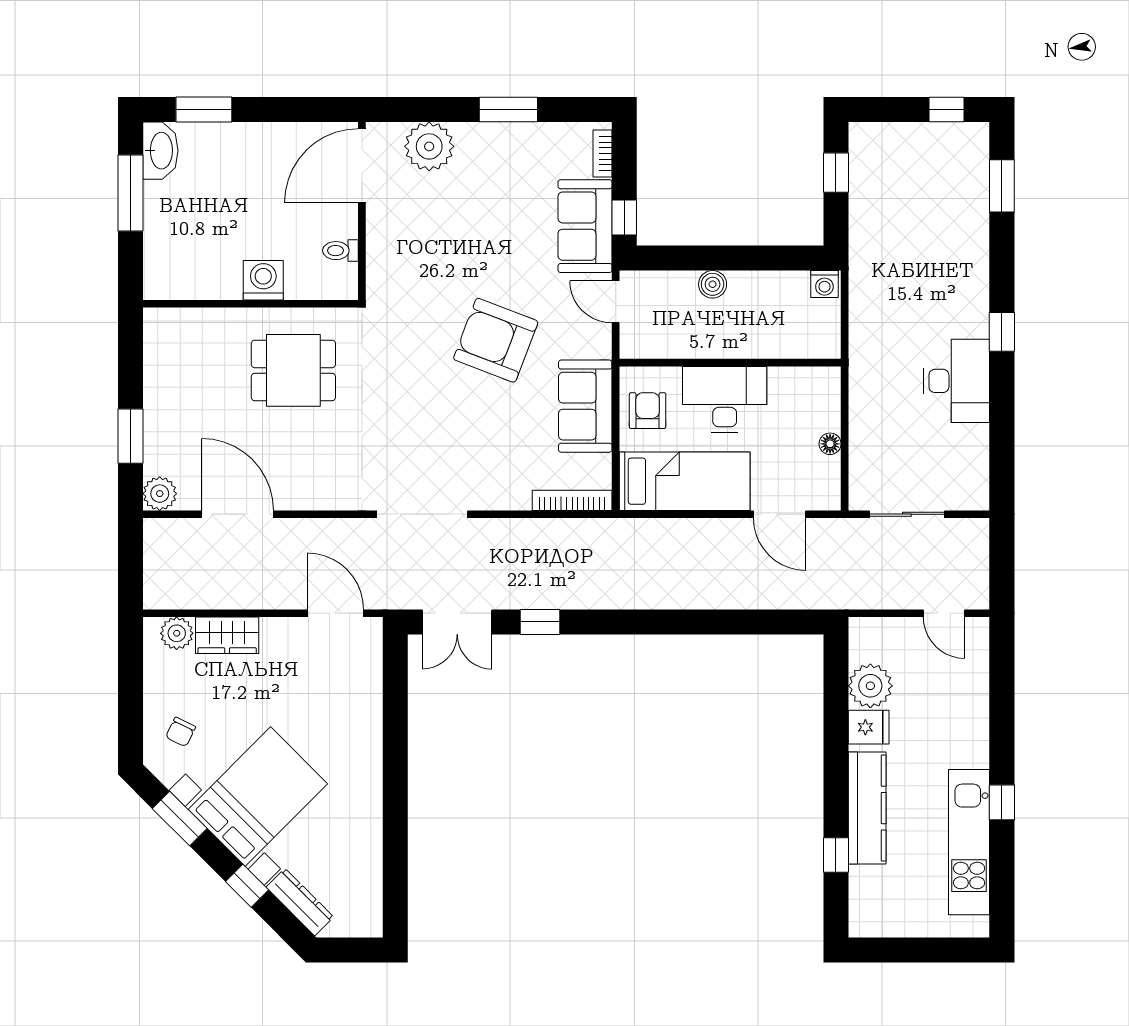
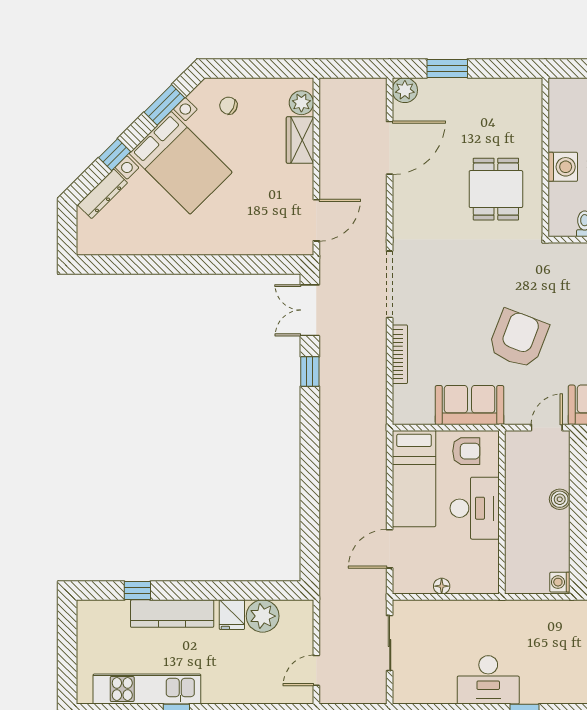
bookcase: (572, 500) -> (400, 354), moved

